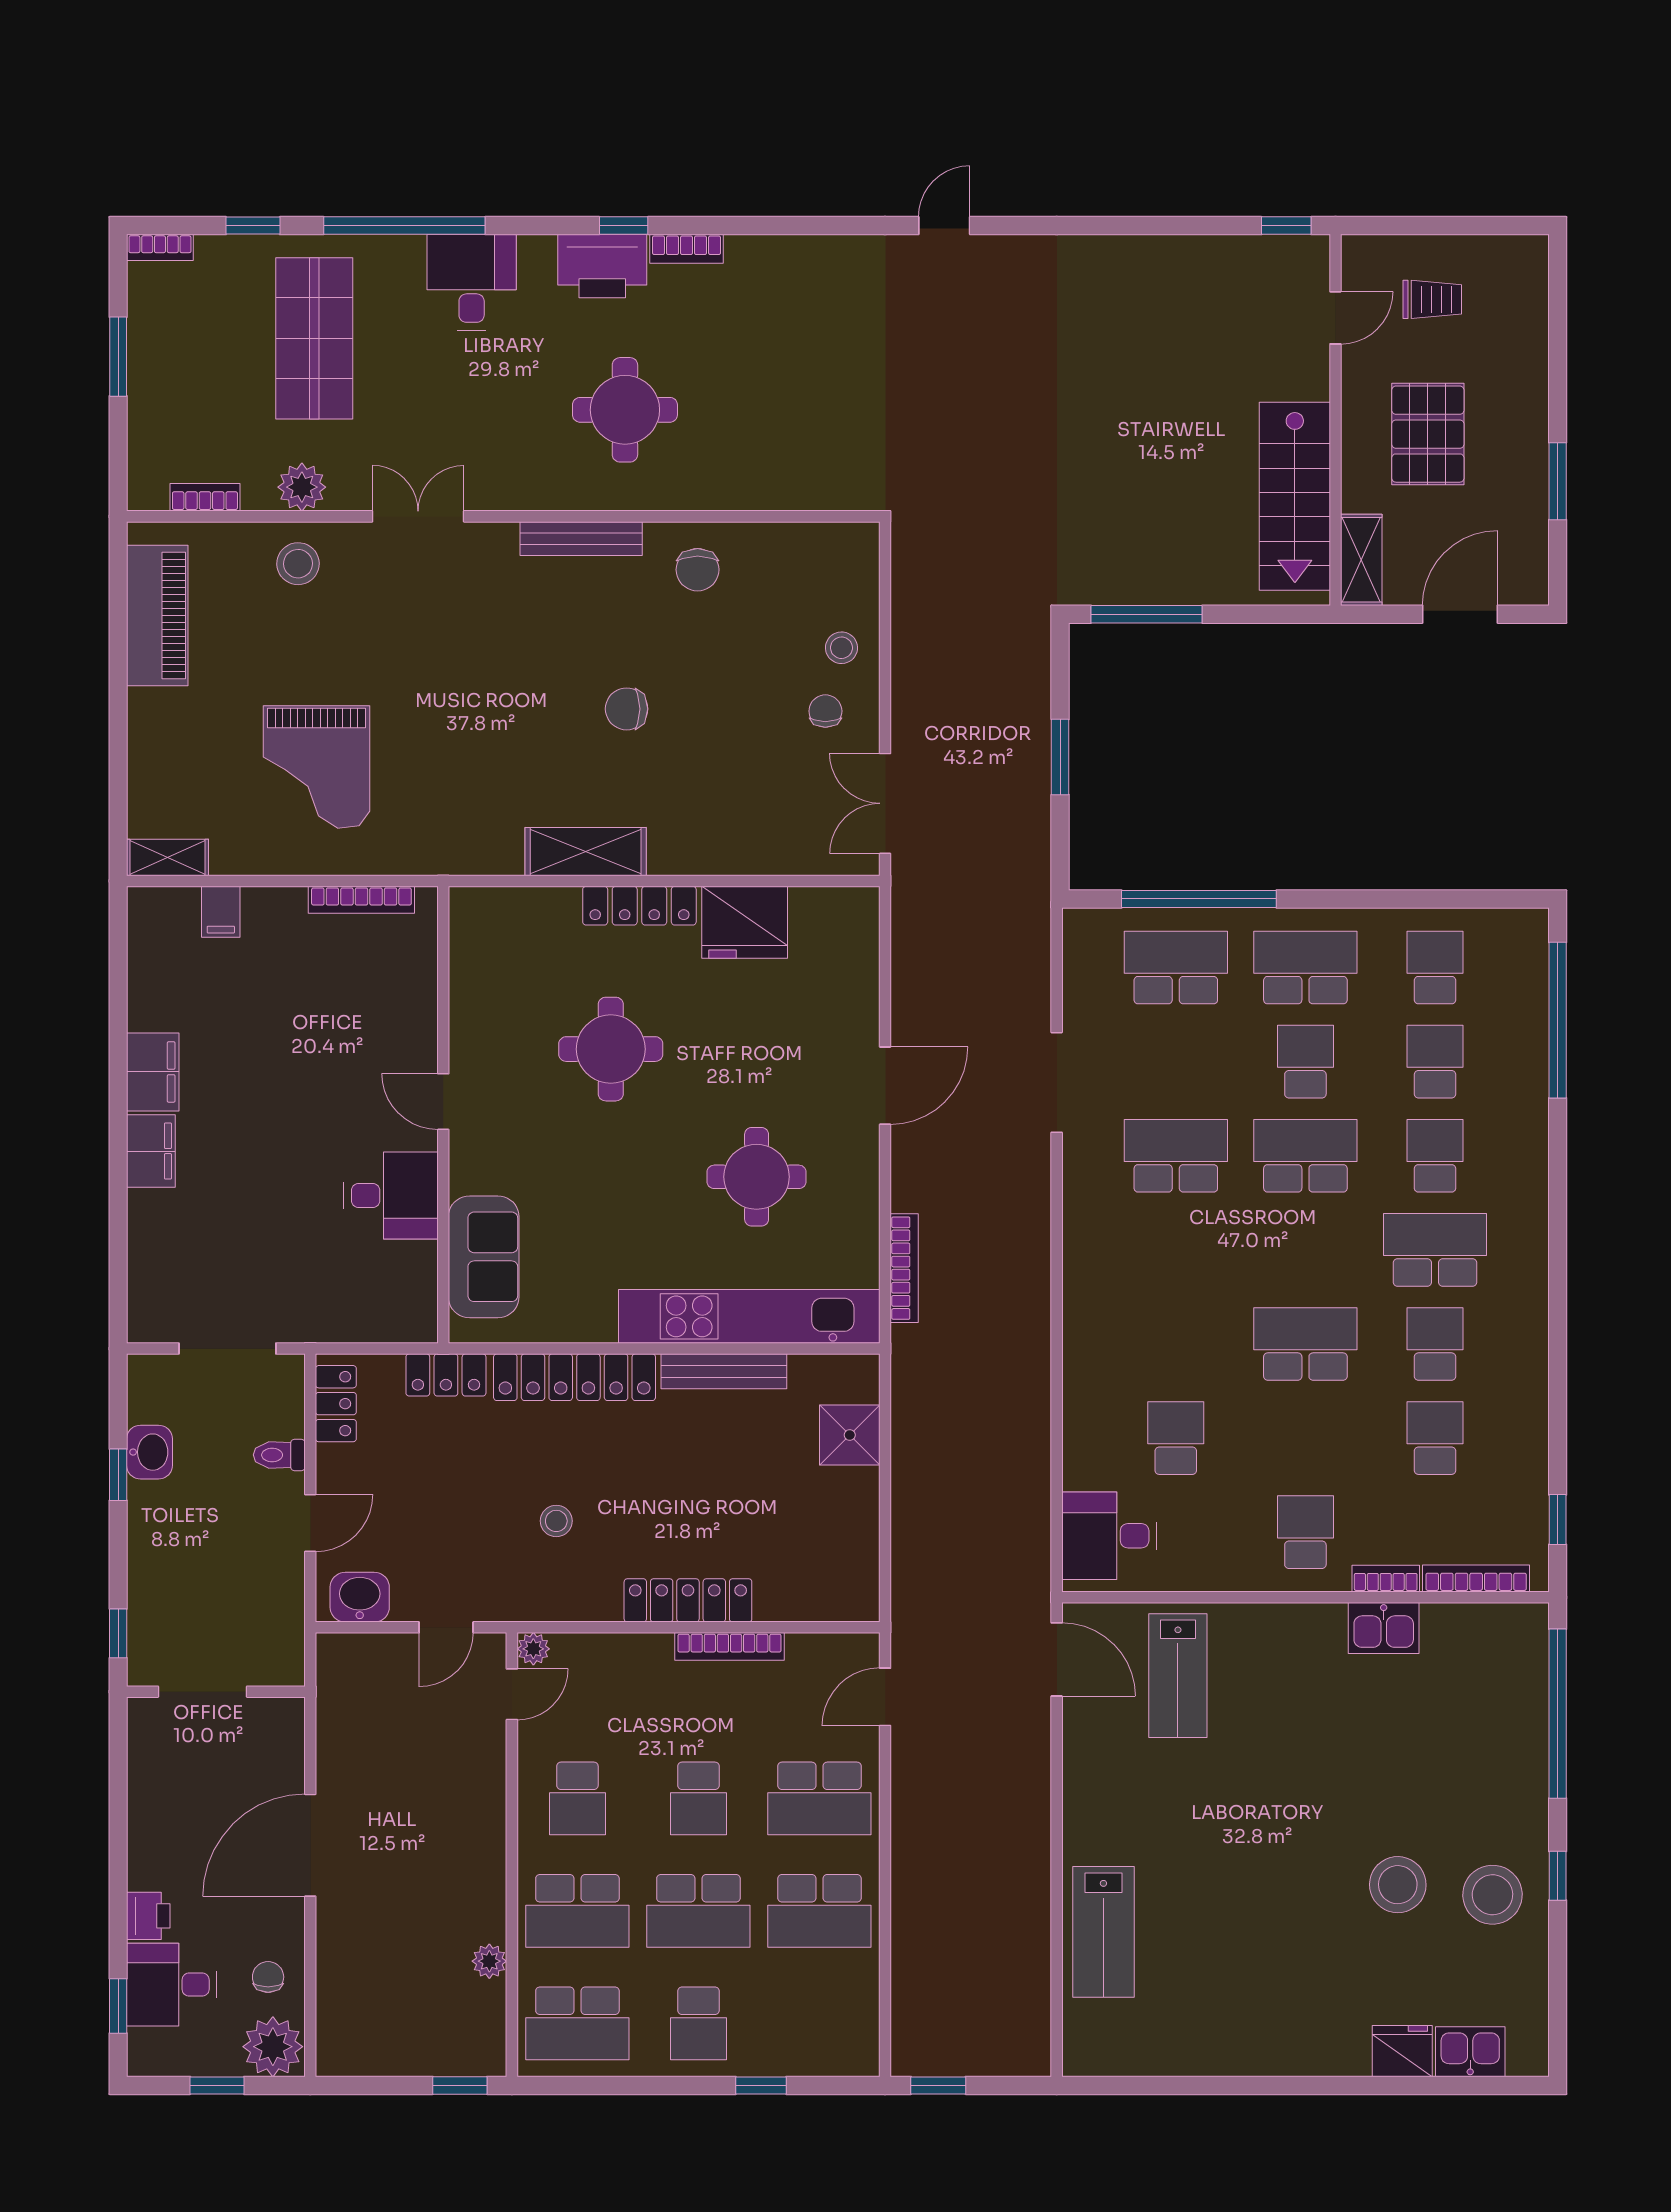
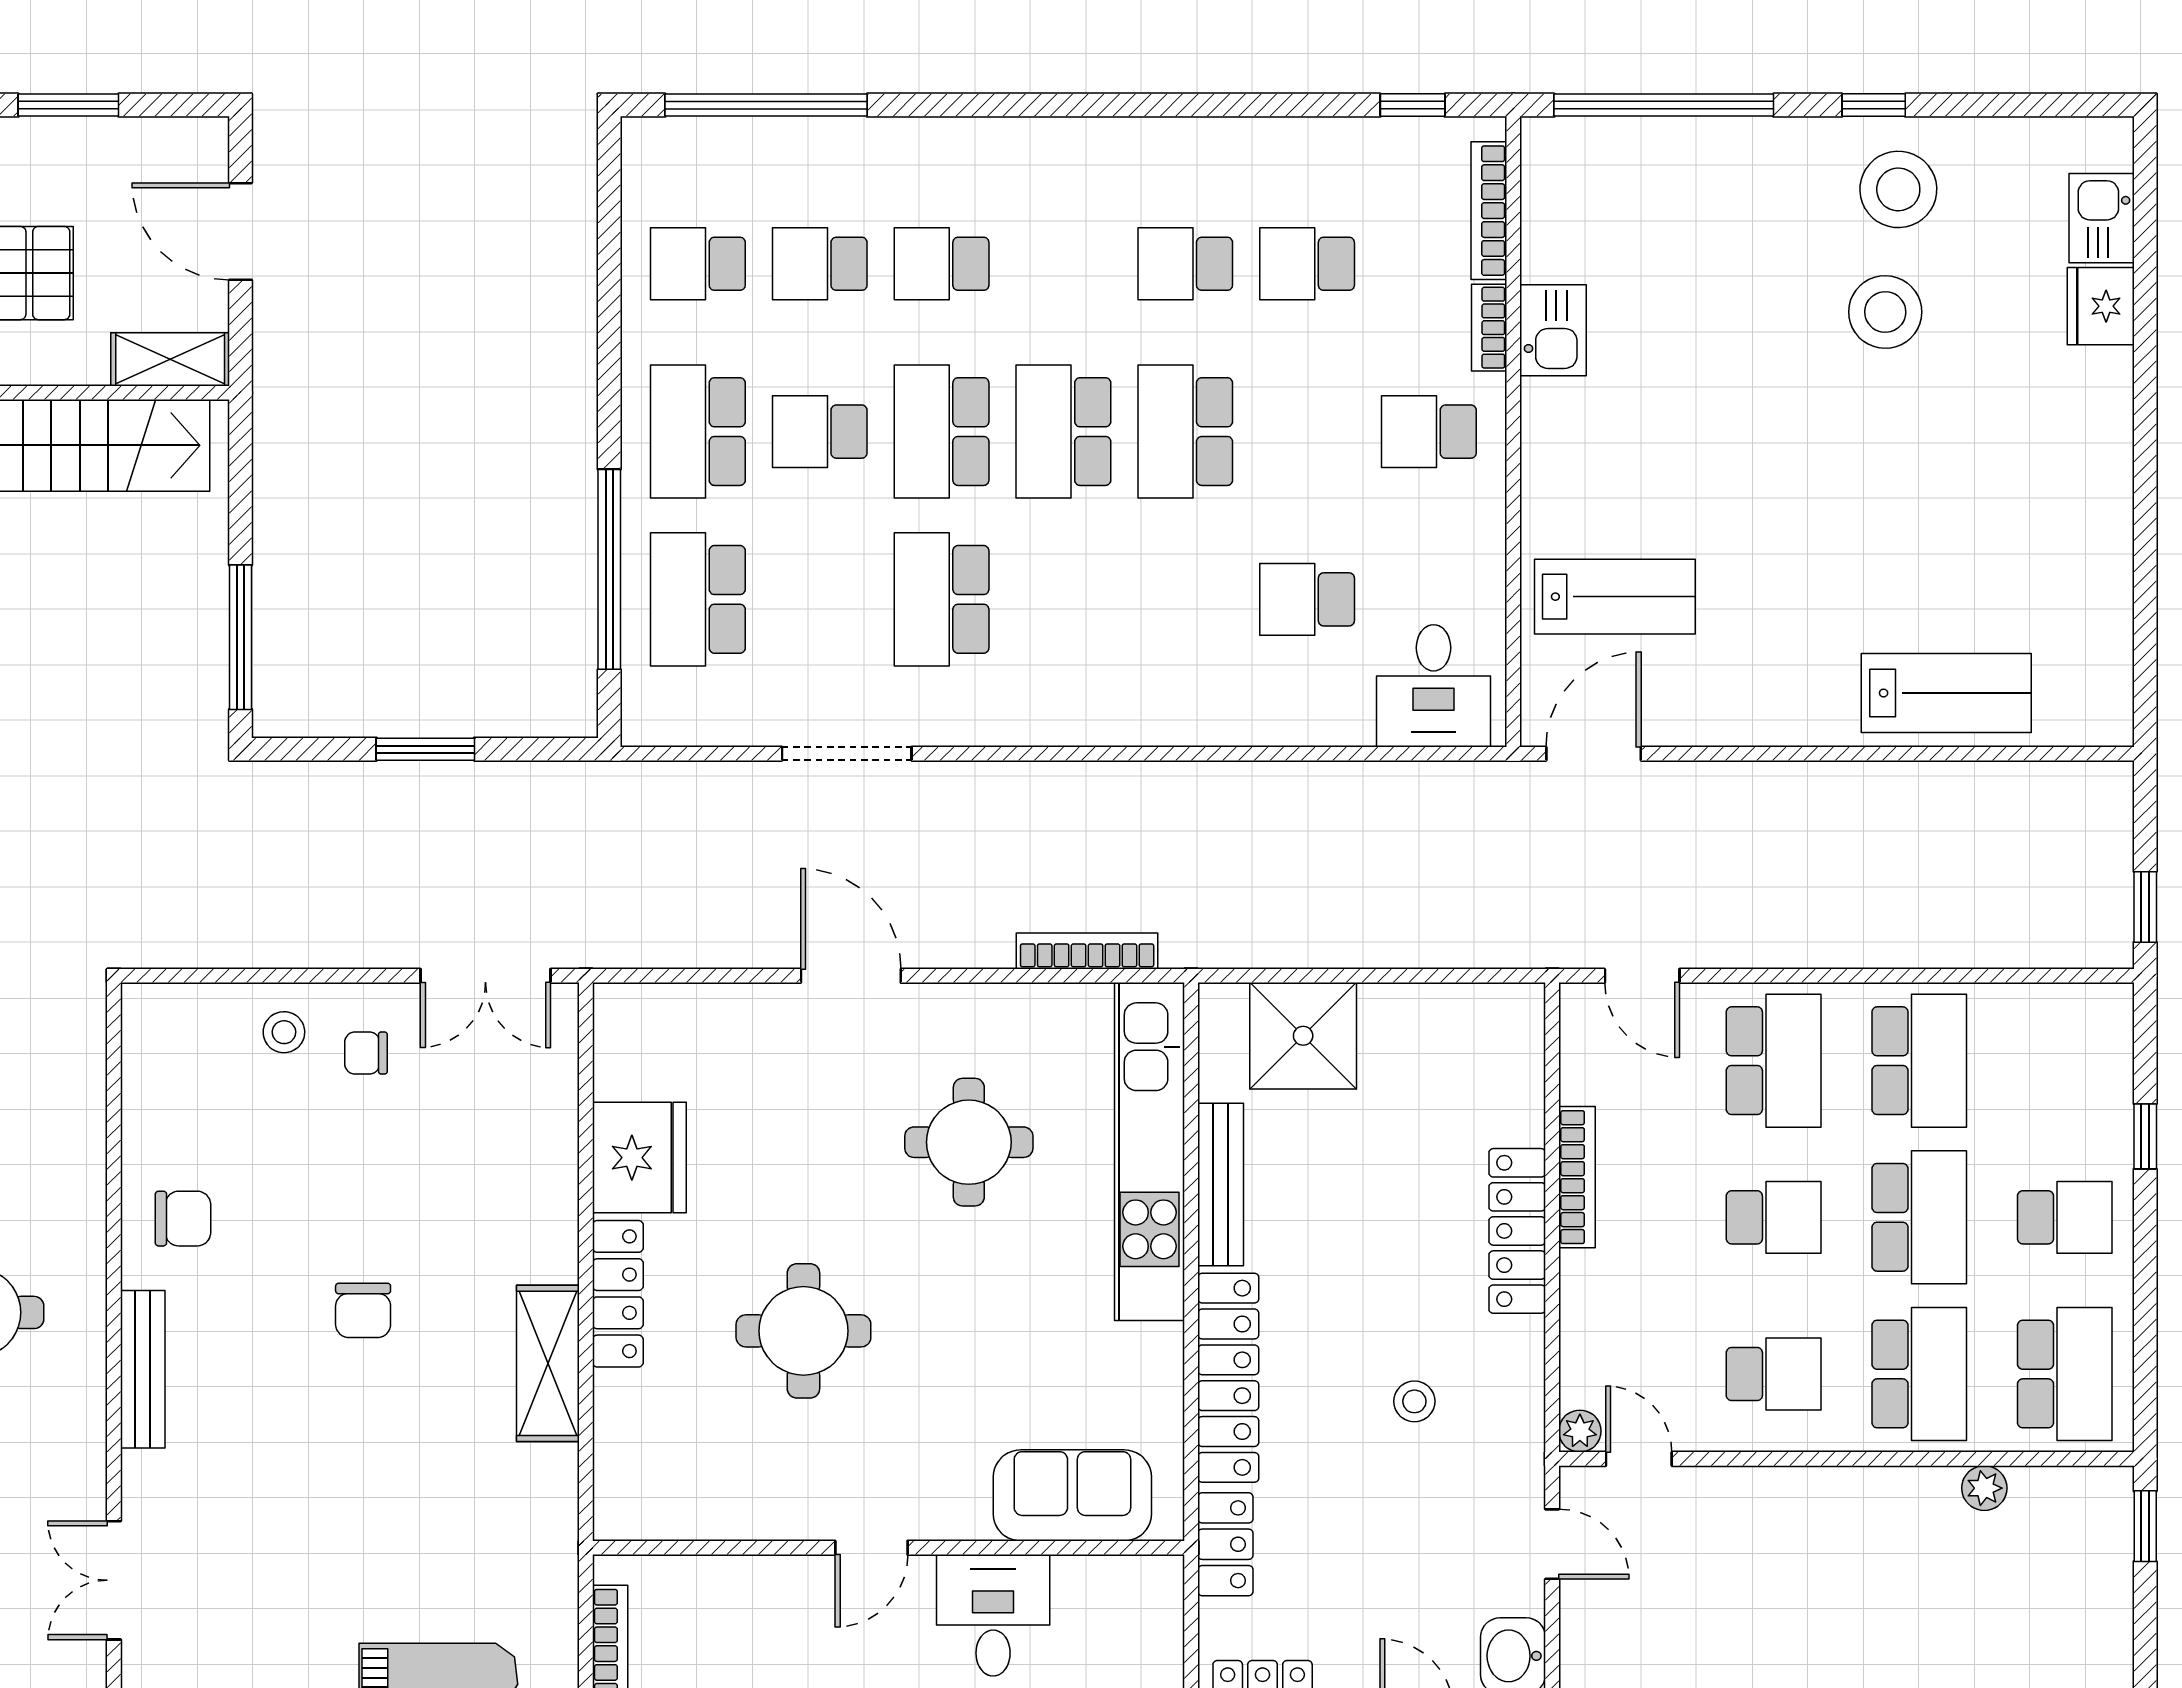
school desk: (1435, 1250) -> (1063, 432), moved
shower: (850, 1435) -> (1303, 1036), width x1.36, depth x1.36

